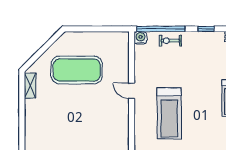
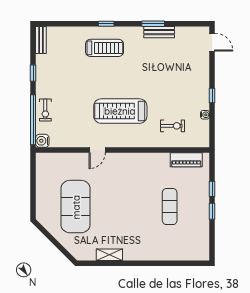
shelving: (30, 86) -> (109, 255), moved
treadmill: (169, 113) -> (120, 111), turned 180

